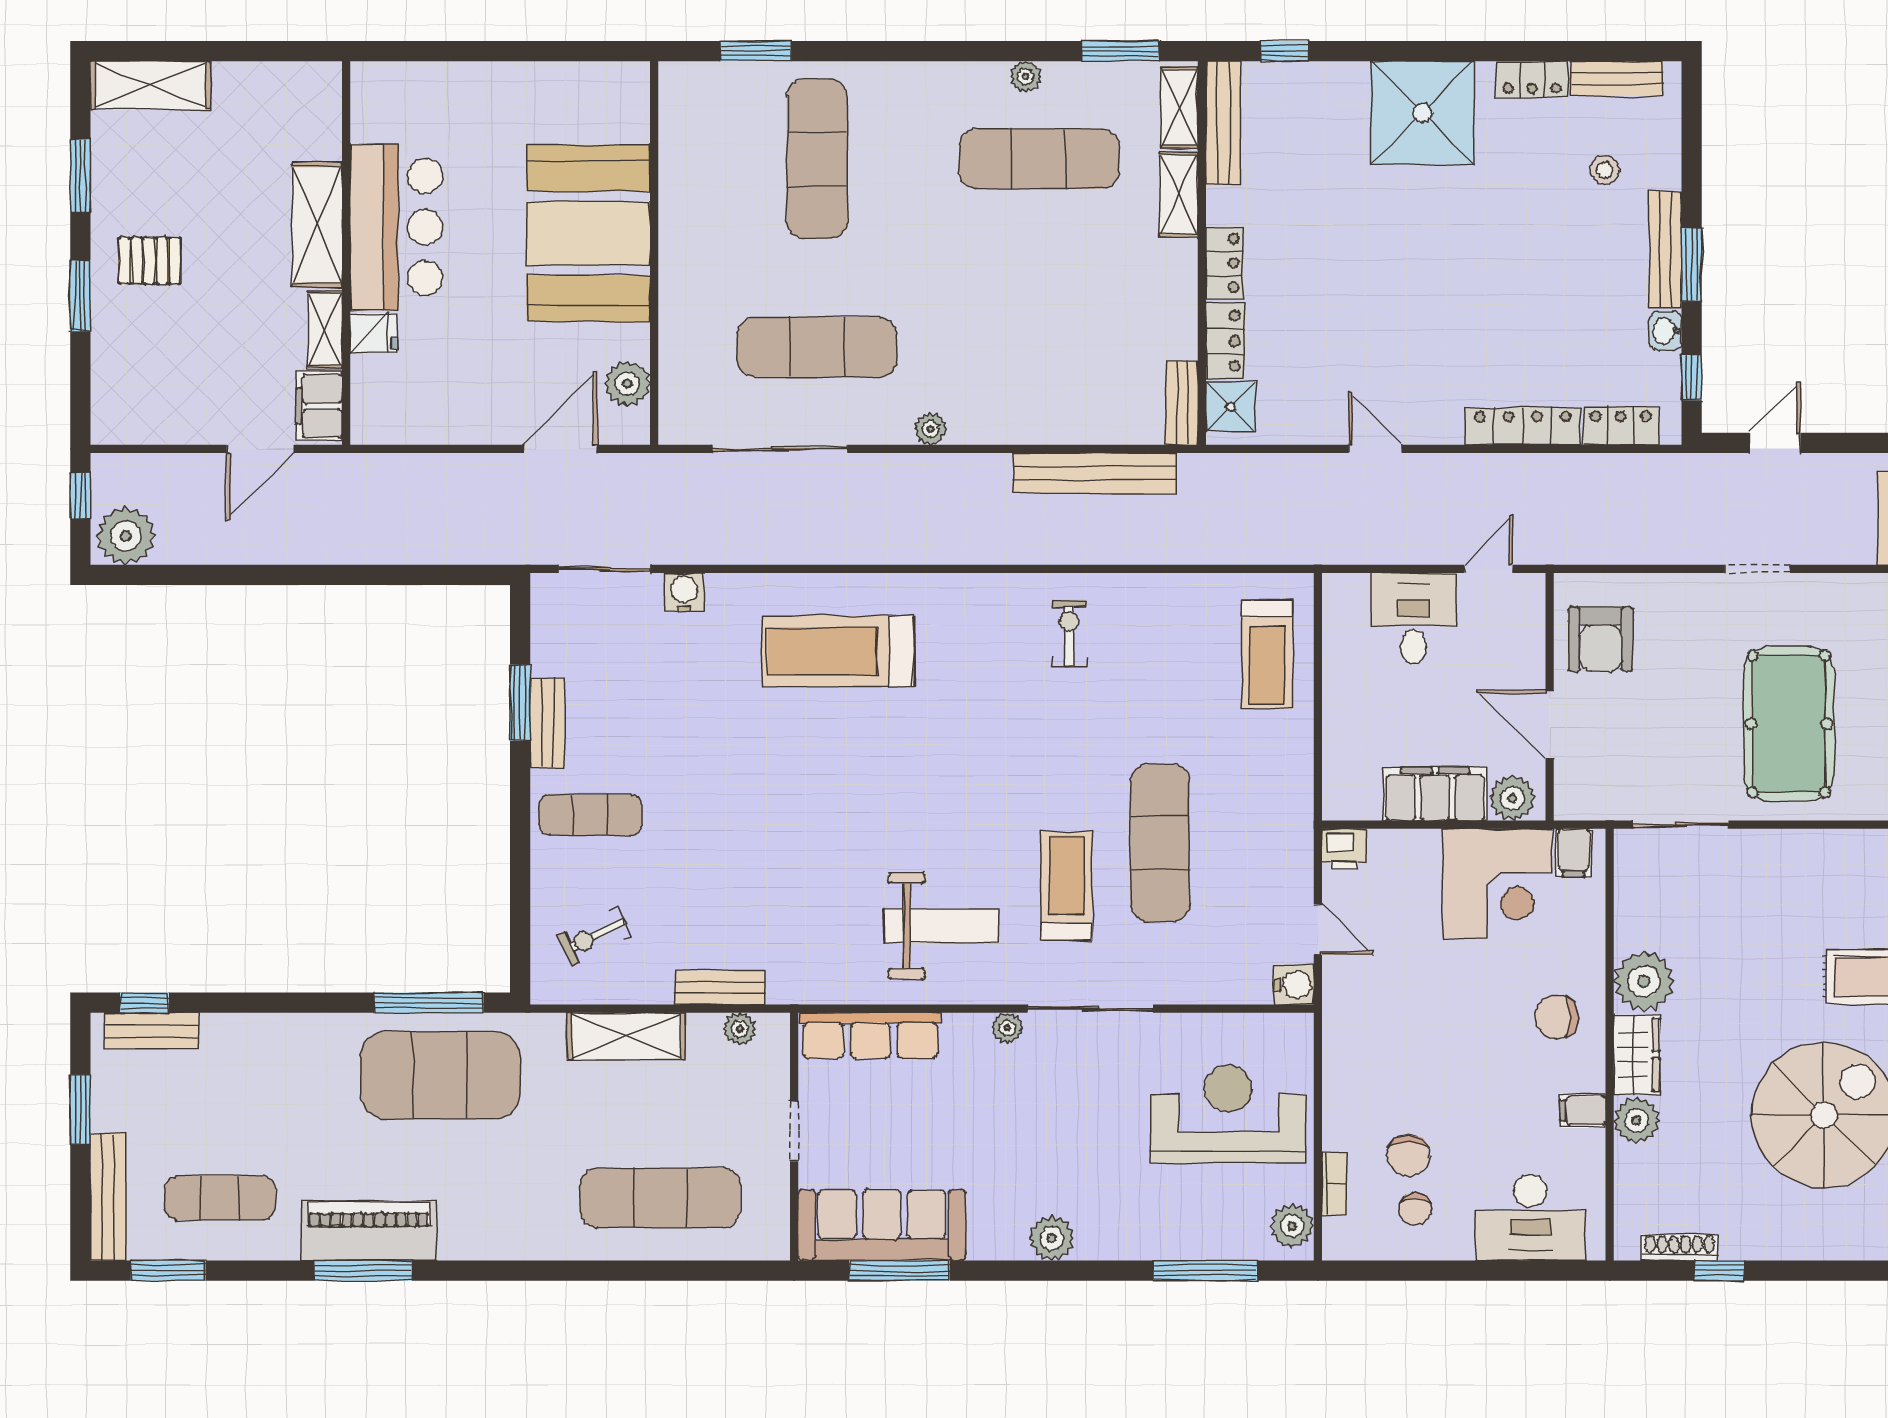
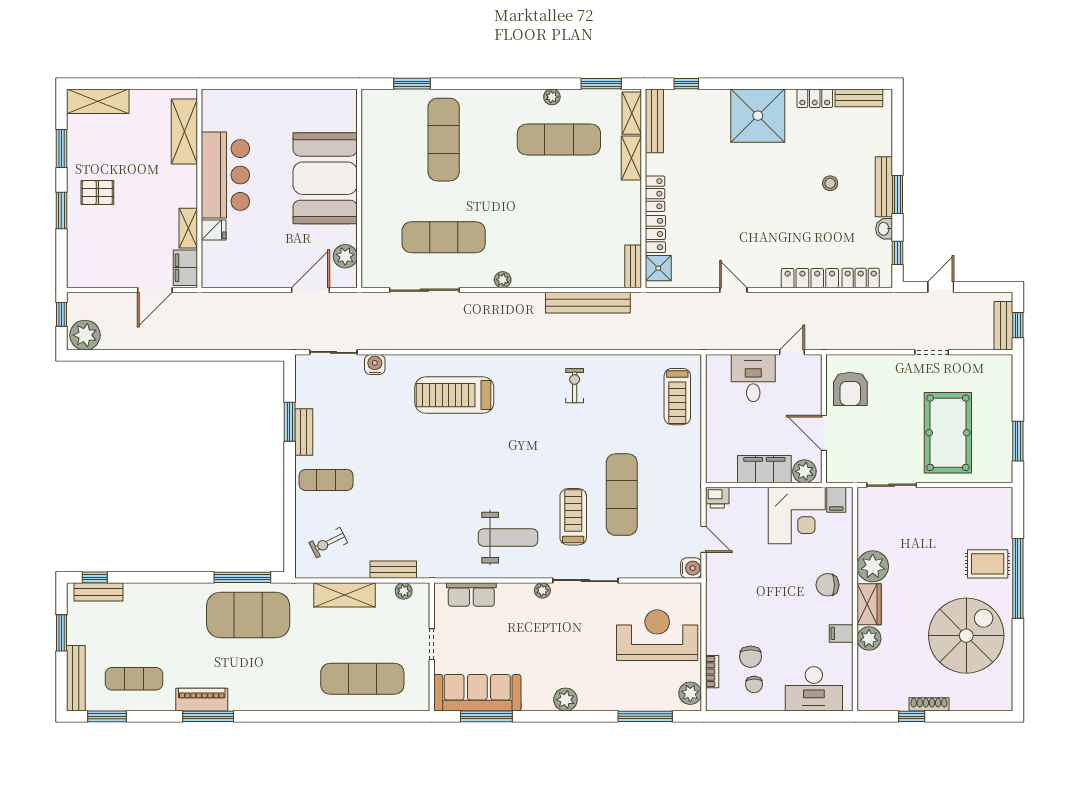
stool: (1605, 170) -> (830, 183), moved
shelving: (317, 225) -> (184, 131), moved
row of seats: (870, 1035) -> (471, 594), width x0.68
piano: (369, 1231) -> (202, 700), width x0.73, depth x0.75
shoe rack: (1680, 1247) -> (929, 704), moved

